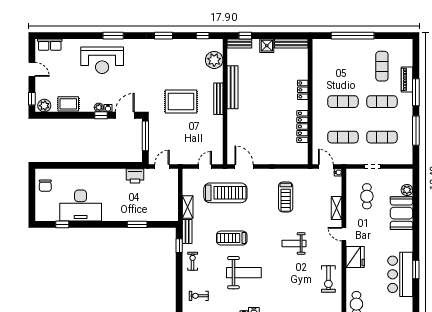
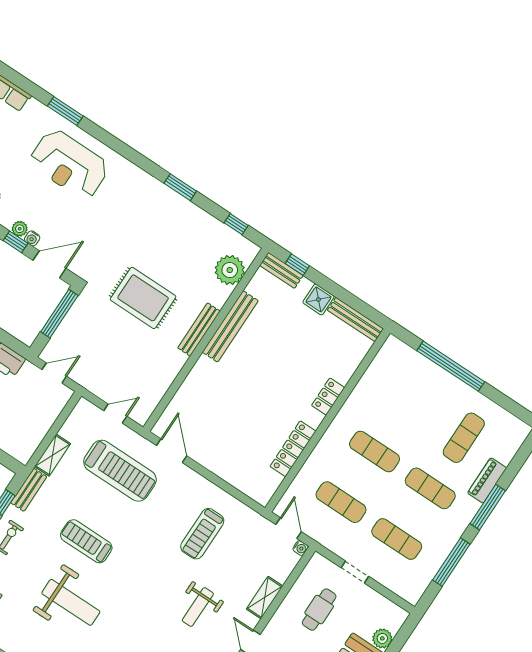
window: (113, 36) -> (65, 111), moved
weight bench: (294, 243) -> (198, 607), moved, turned -90

